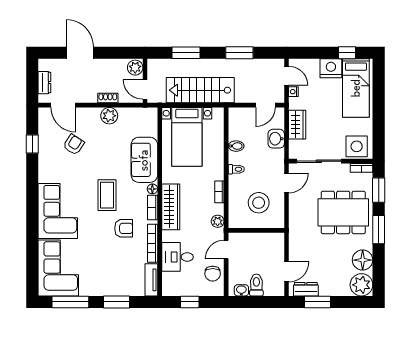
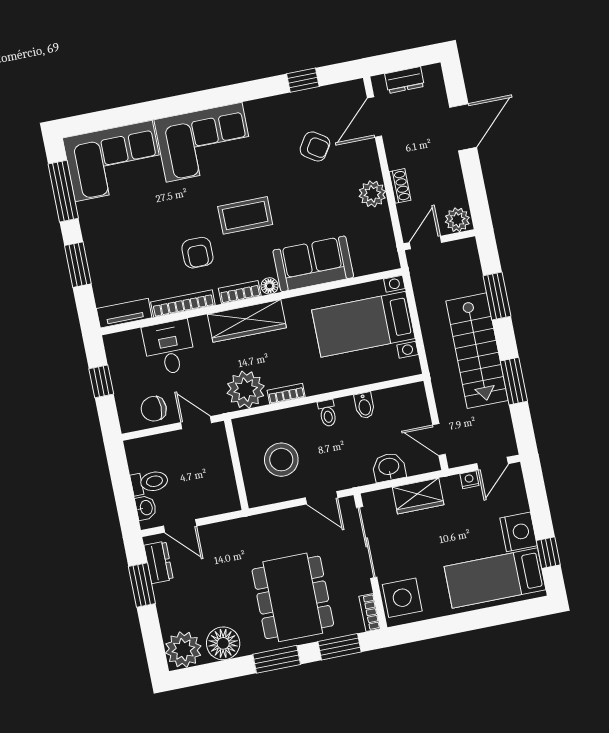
stairs: (200, 90) -> (477, 351), moved, turned 180
plant: (218, 221) -> (246, 390), width x1.87, depth x1.87
washbasin: (241, 290) -> (146, 508), moved

